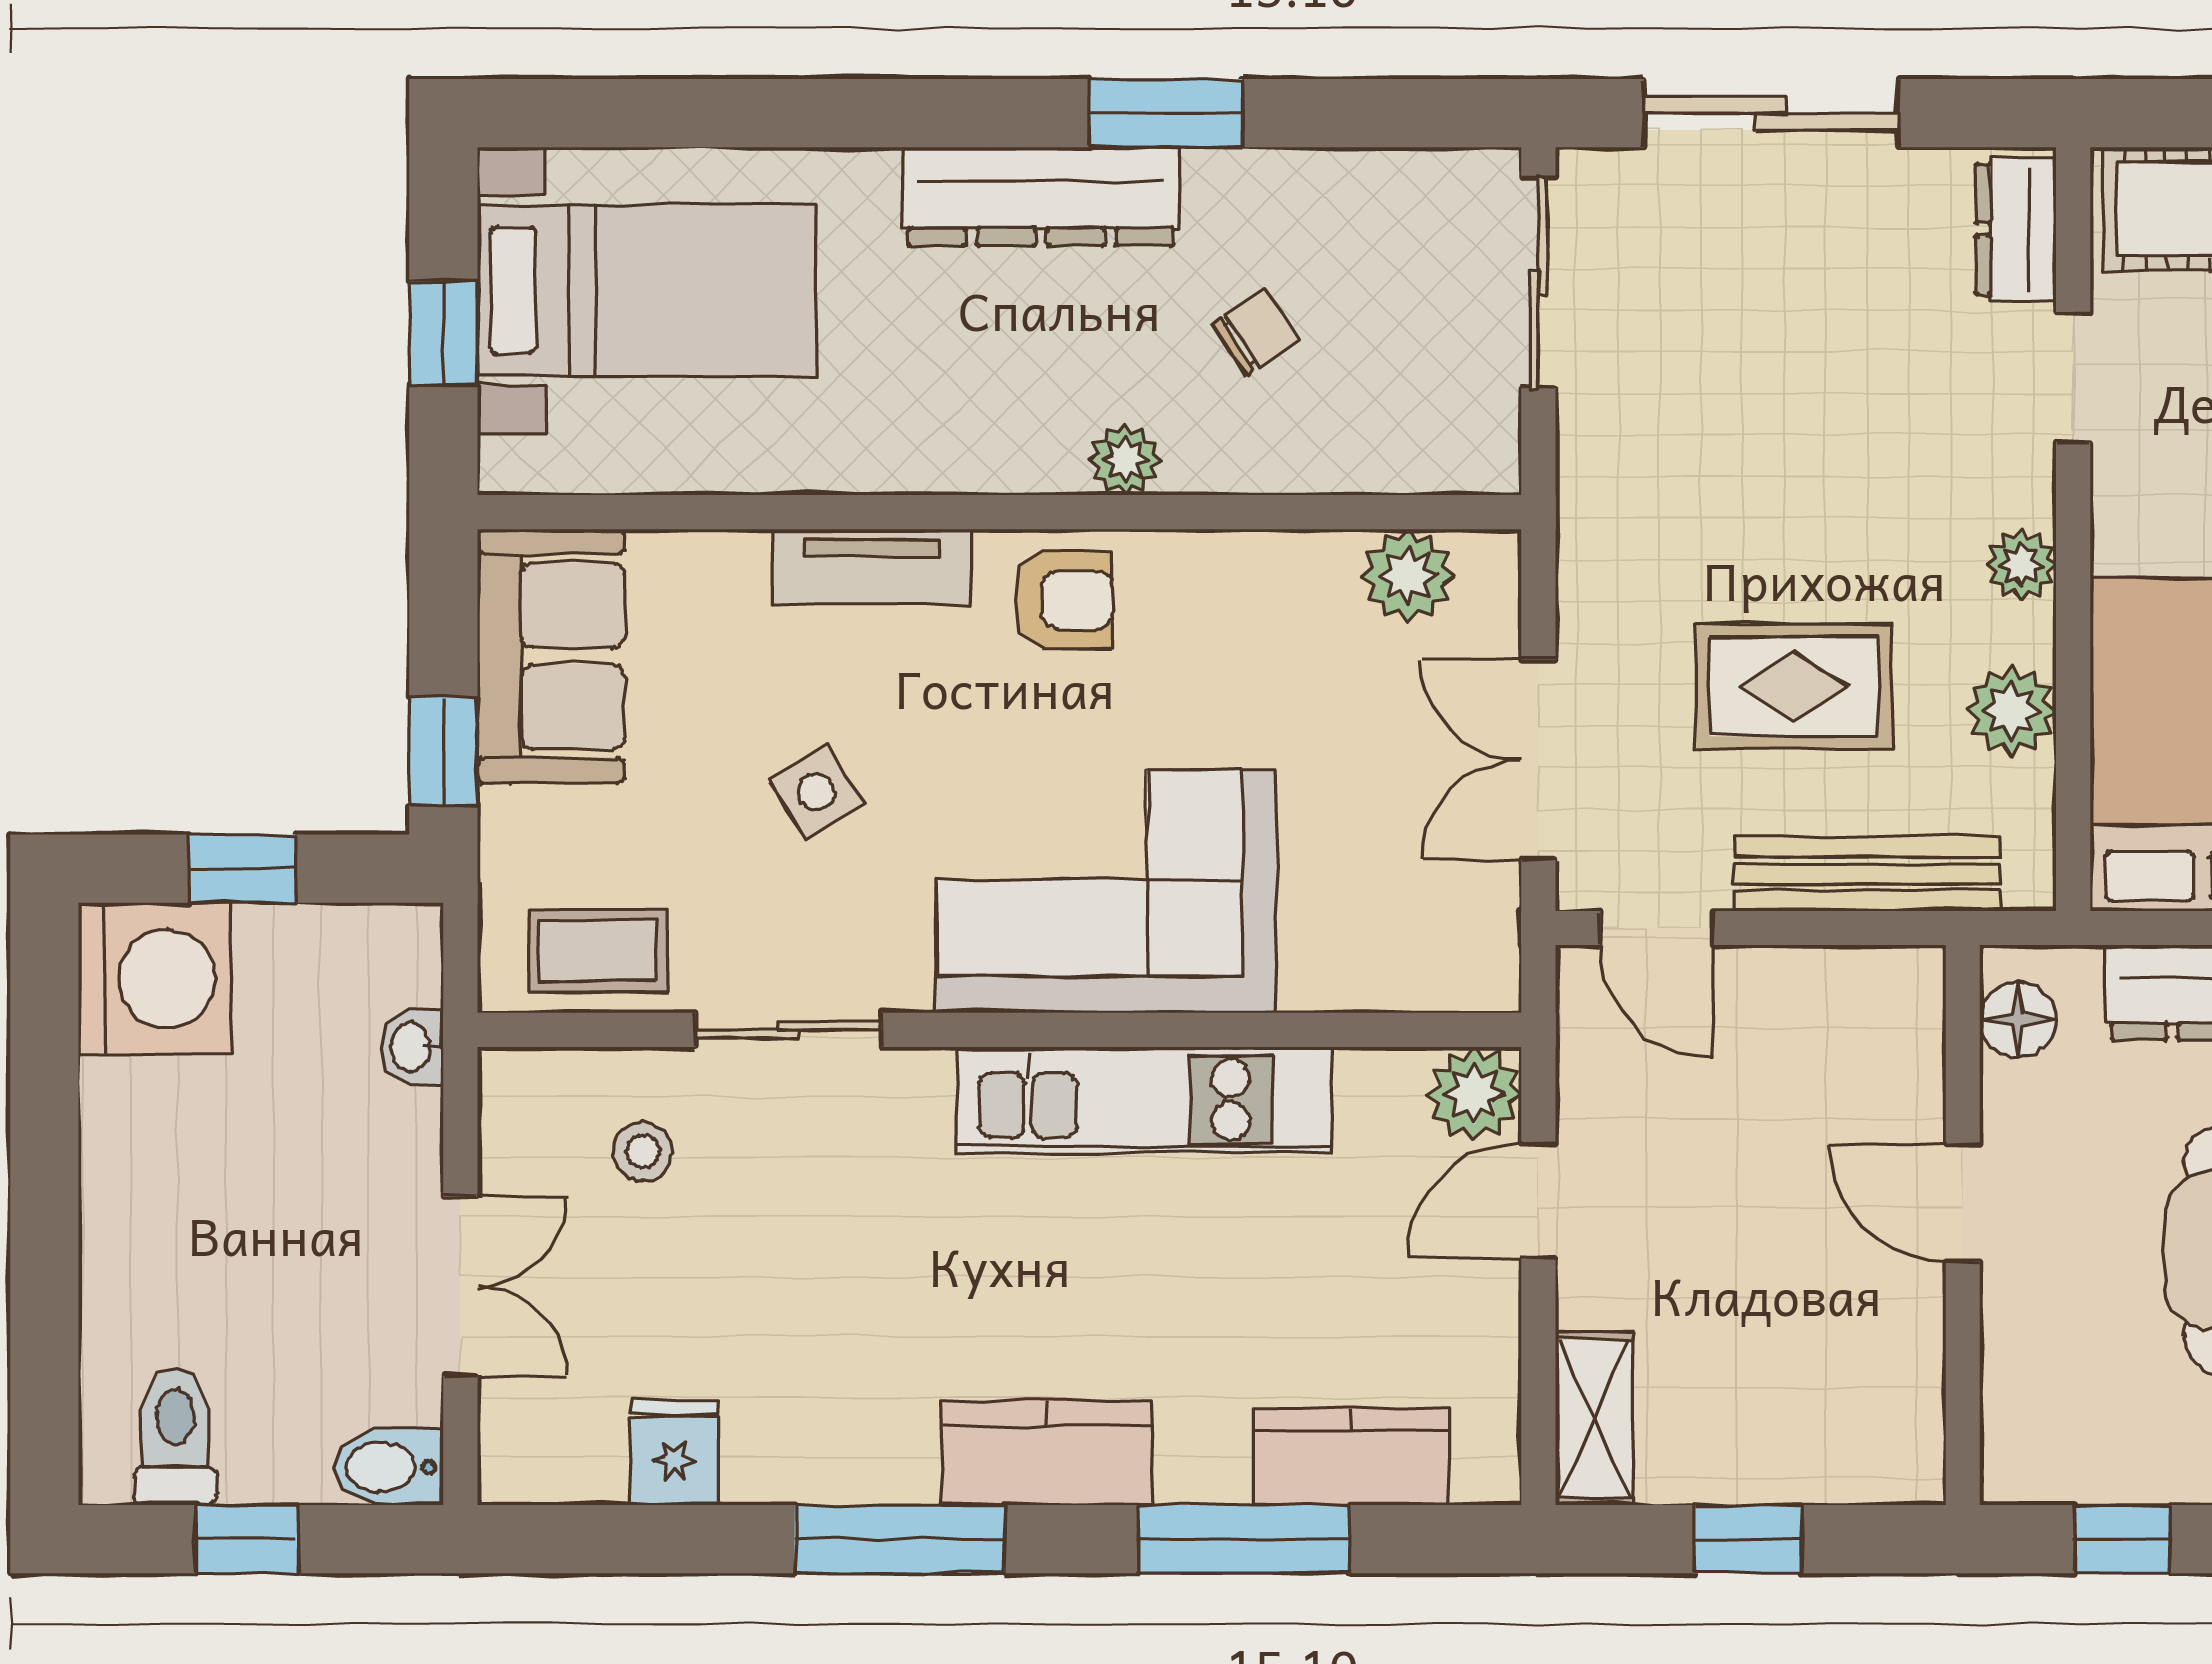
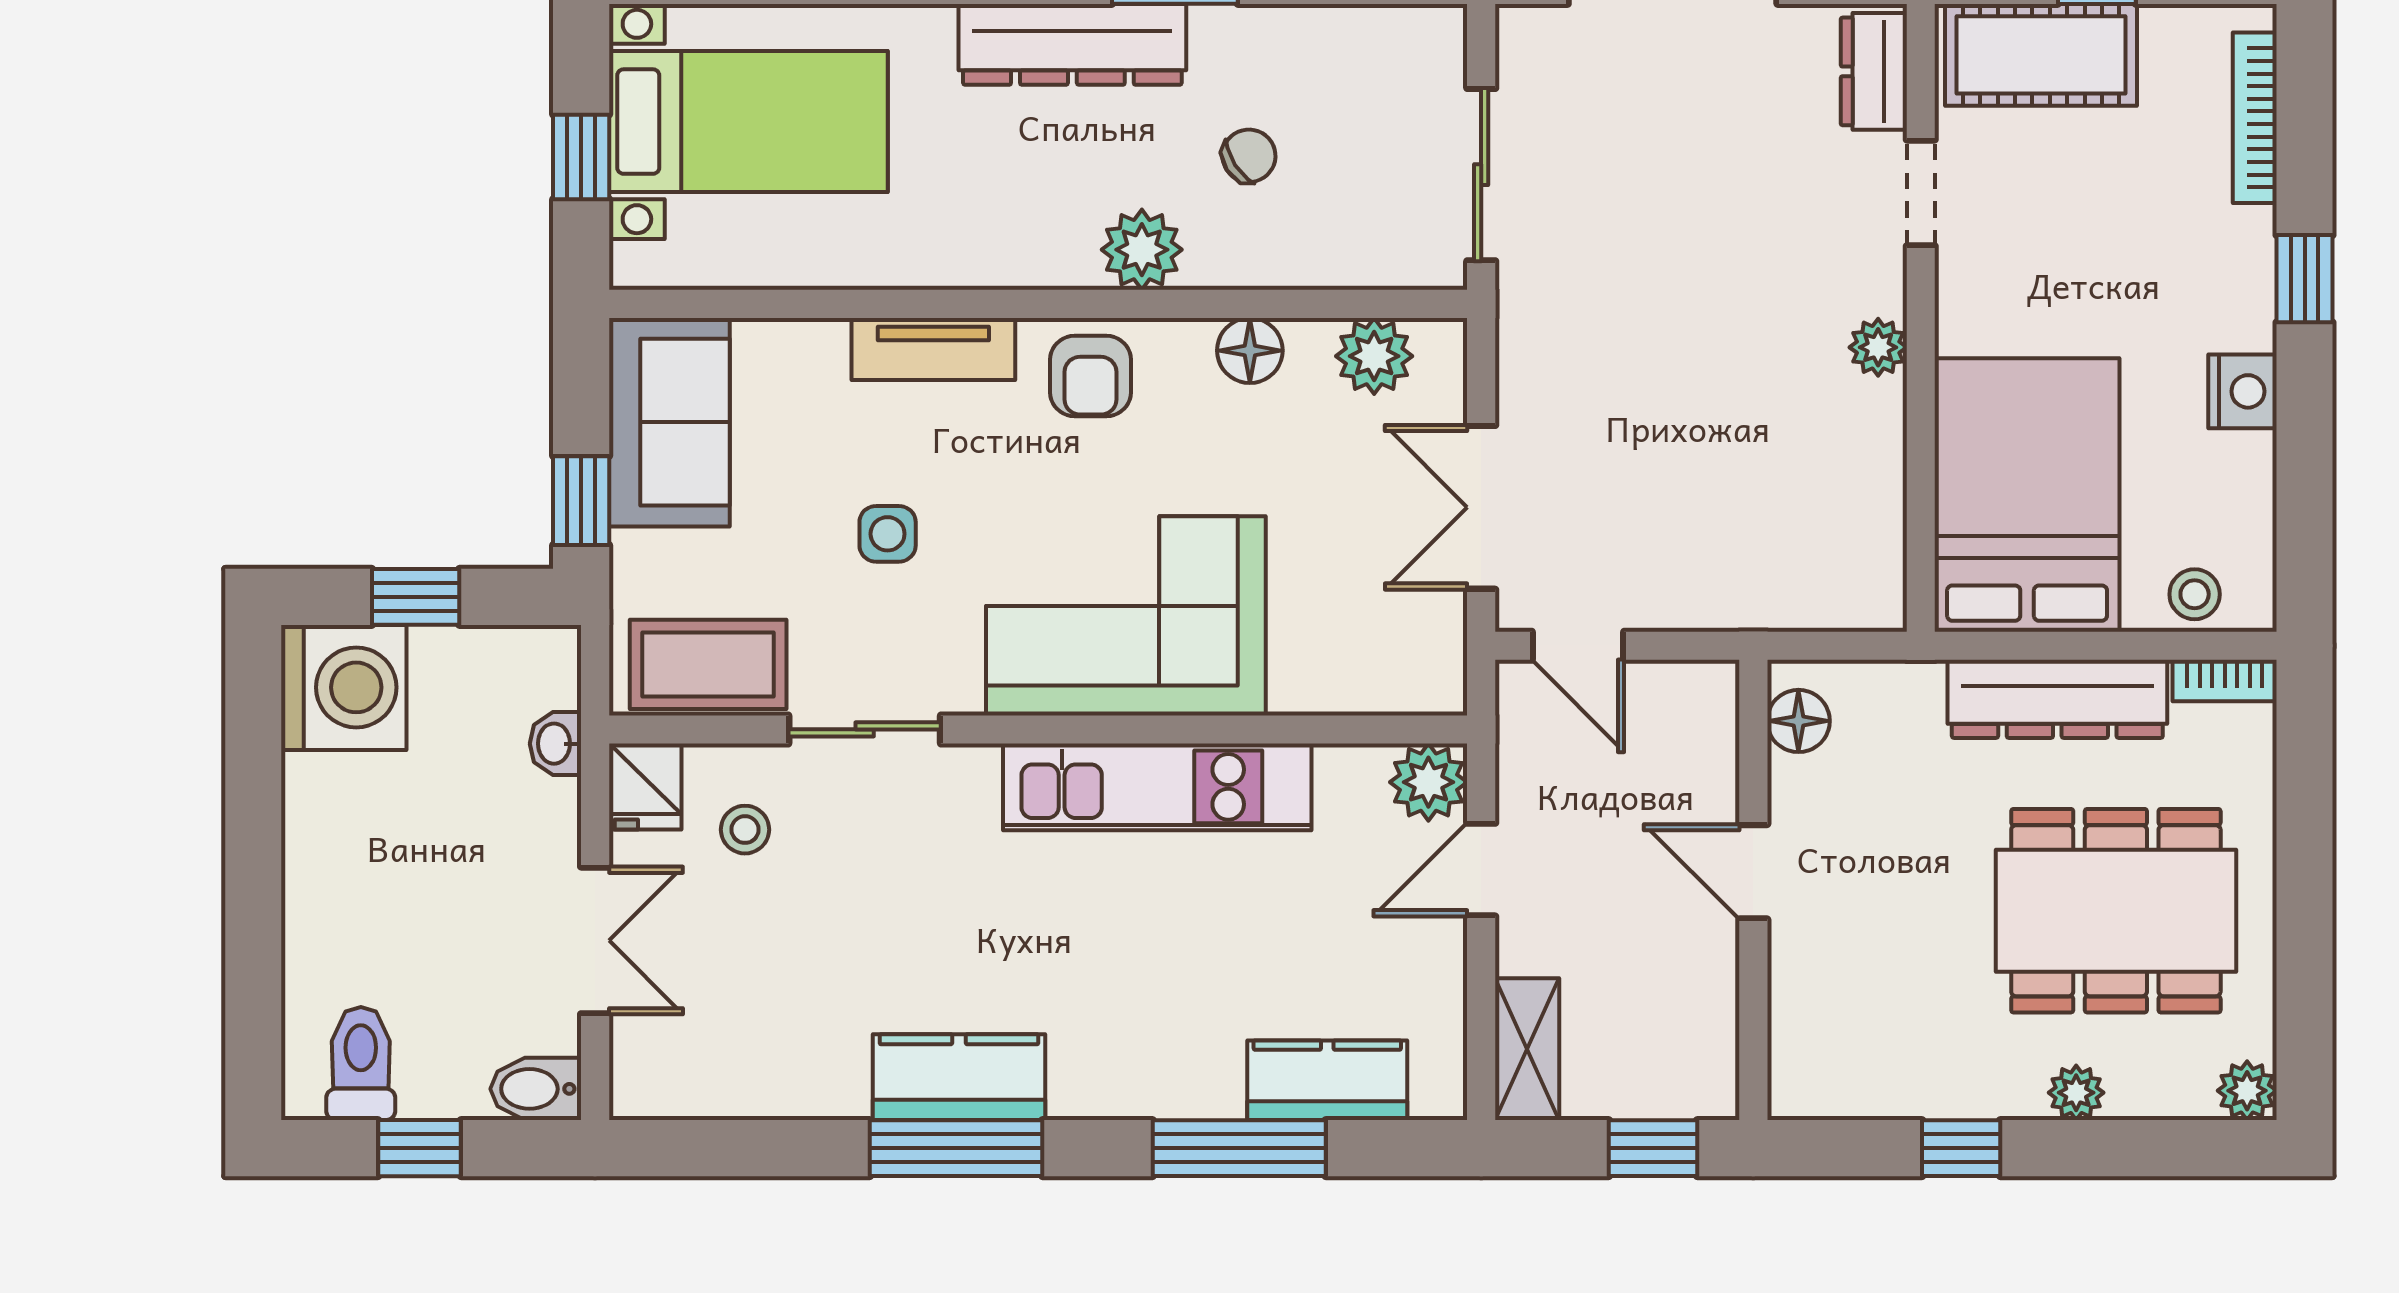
sliding door: (1538, 283) -> (1481, 175), moved
plant: (1125, 460) -> (1142, 250), width x1.38, depth x1.38
floor lamp: (1257, 569) -> (1250, 351), added
armchair: (1063, 600) -> (1091, 376), turned 90
rug: (1794, 686) -> (1691, 447), removed
plant: (2011, 710) -> (1870, 467), removed
side table: (816, 792) -> (888, 534), turned 32
bench: (1868, 874) -> (1752, 601), removed
coffee table: (598, 951) -> (708, 664), width x1.36, depth x1.30
floor lamp: (2018, 1020) -> (1798, 721), moved
door: (1963, 1203) -> (1753, 872), moved
wall: (1963, 1225) -> (1753, 890), moved
fridge: (674, 1453) -> (645, 787), moved, turned 180
kitchen counter: (1046, 1453) -> (959, 1077), moved

